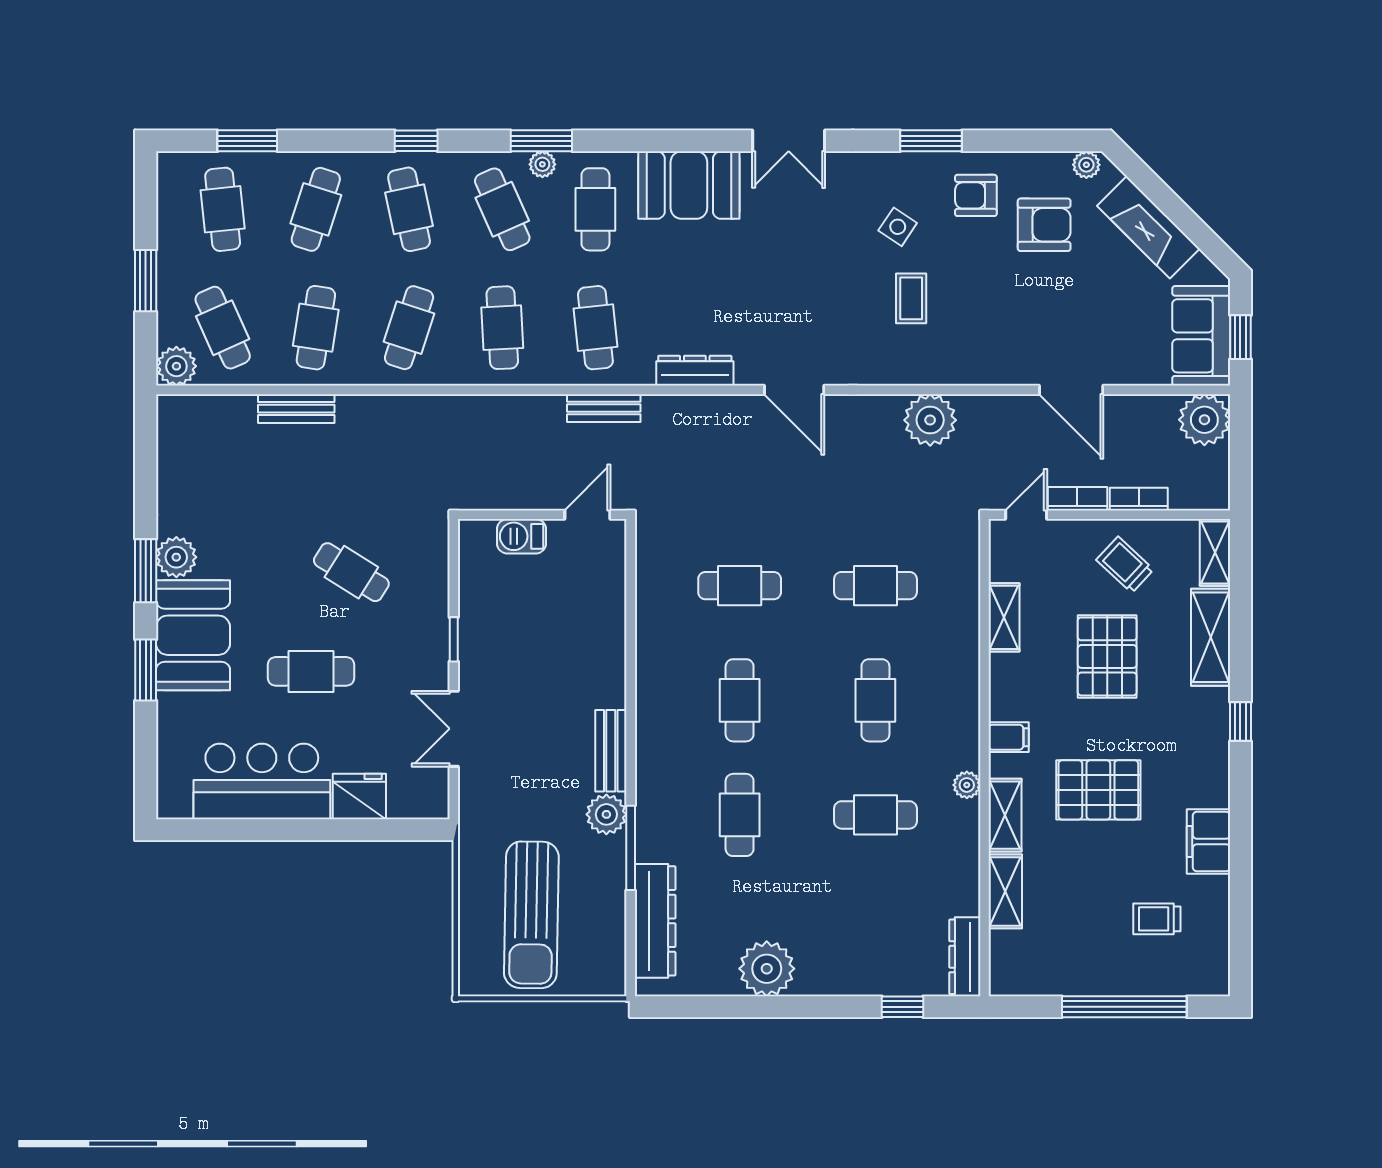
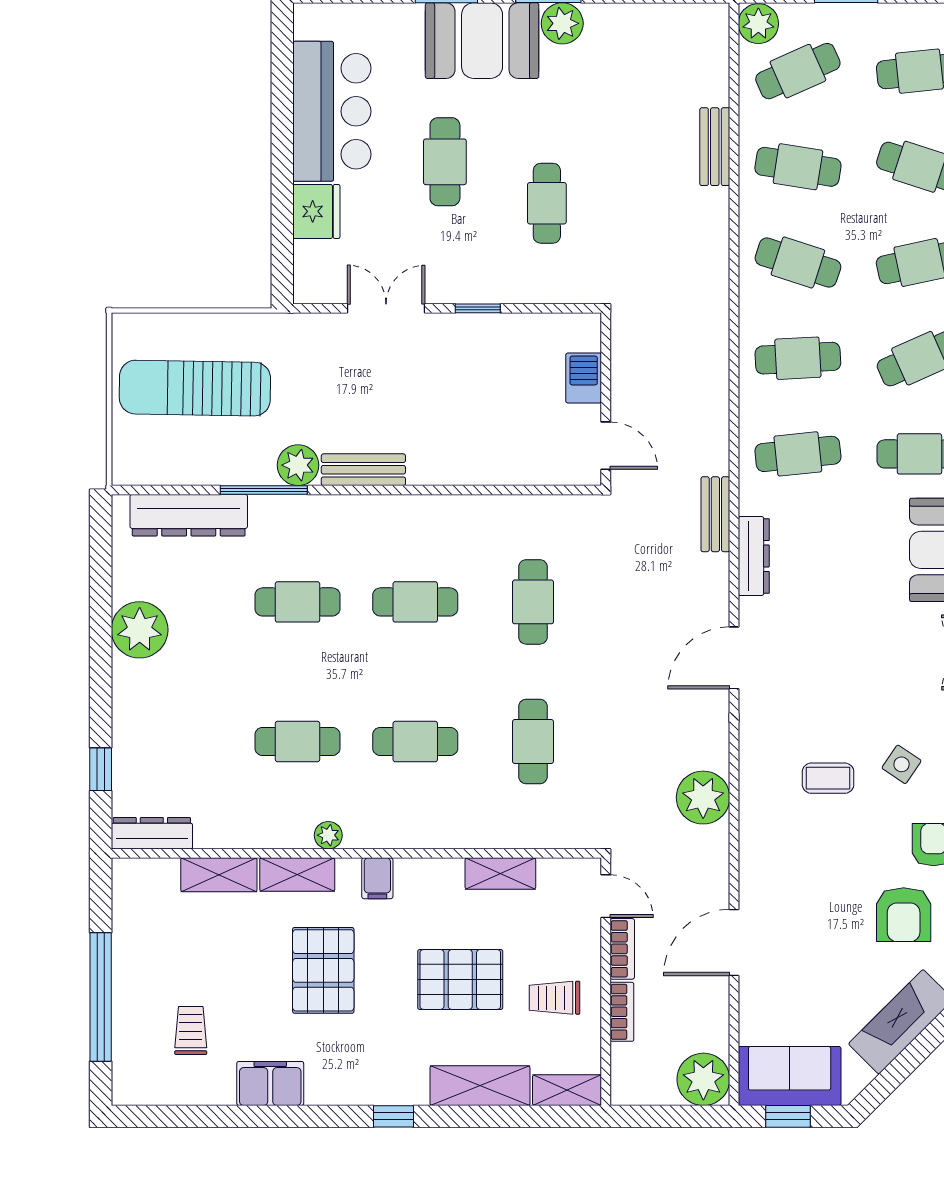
bench: (604, 408) -> (715, 514), moved
trolley: (1125, 565) -> (555, 998), turned -133
cafe table: (351, 572) -> (547, 203), turned -32
cafe table: (875, 815) -> (297, 741), turned 90

